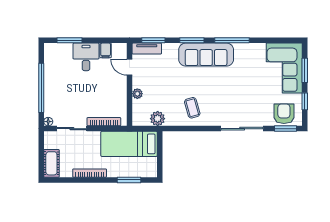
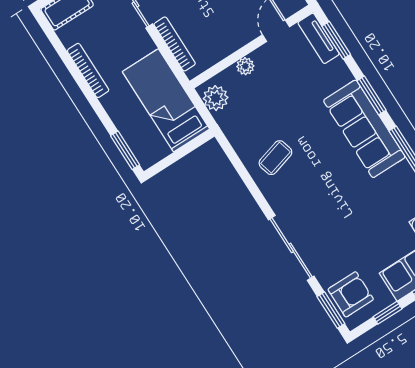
plant: (158, 119) -> (216, 98), moved
window: (129, 180) -> (125, 150), moved

